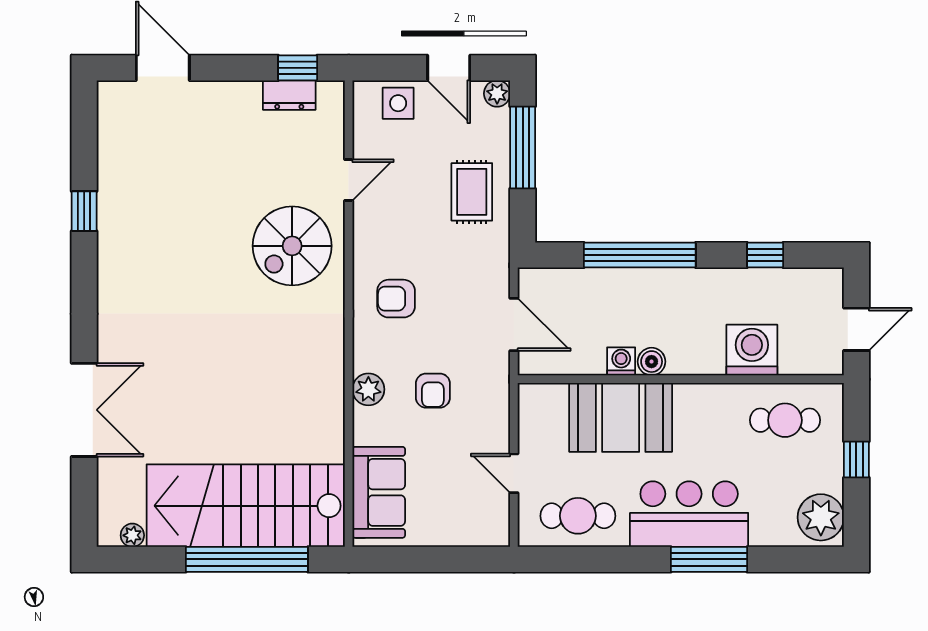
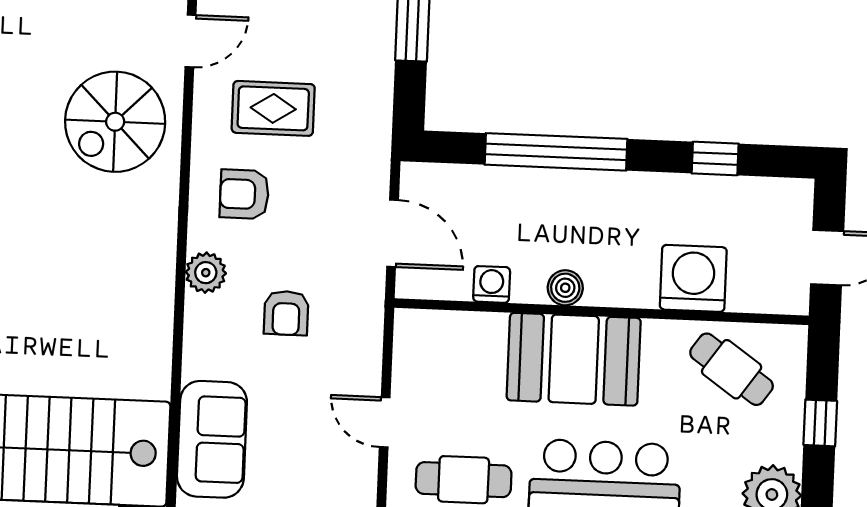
rug: (472, 192) -> (273, 108), moved, turned 90
washing machine: (621, 361) -> (492, 284), moved
plant: (368, 389) -> (206, 273), moved
booth: (621, 417) -> (574, 359), moved
cafe table: (785, 420) -> (732, 369), turned 35

